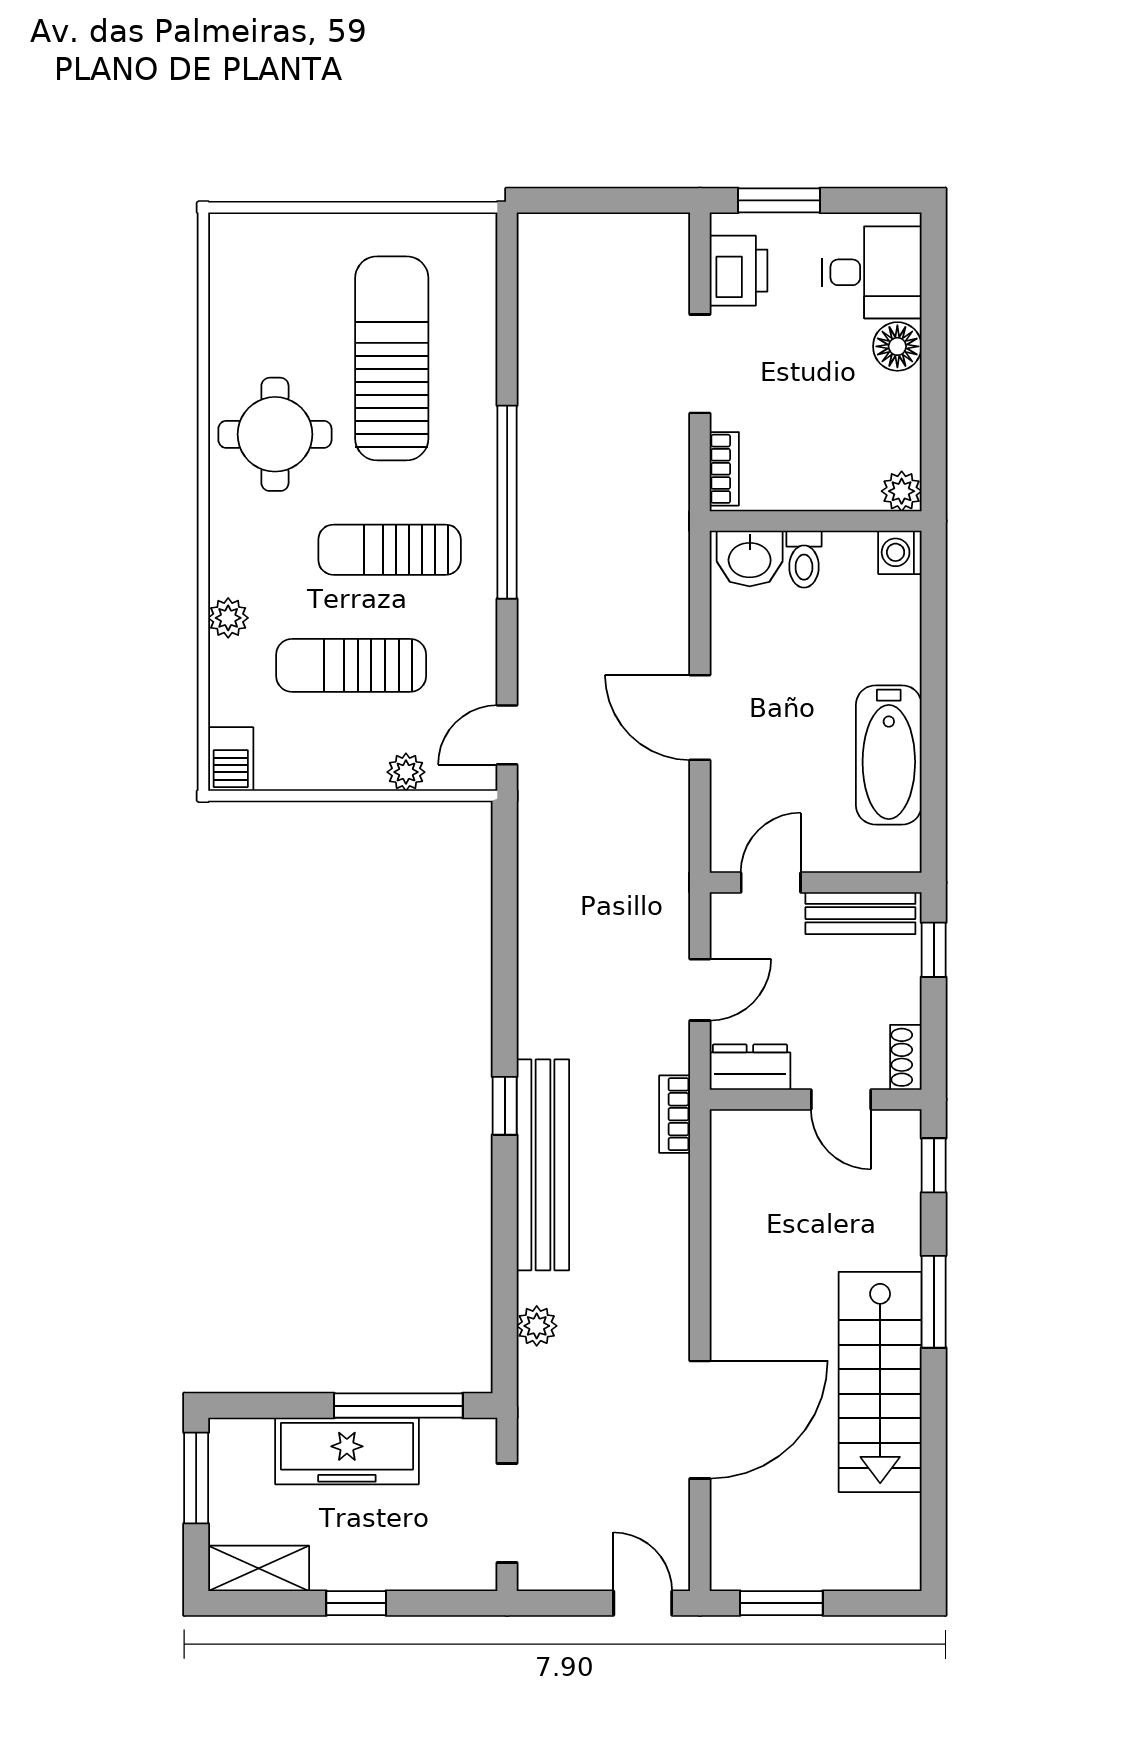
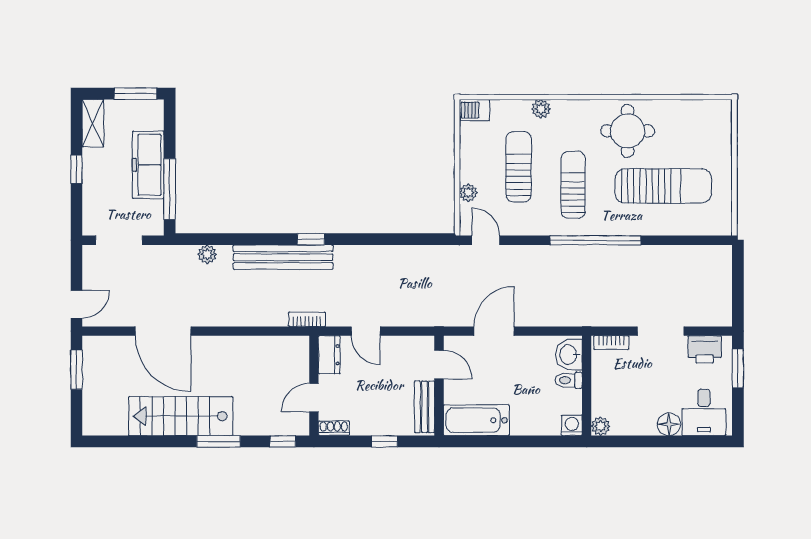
door: (771, 882) -> (439, 365), moved
wall: (816, 882) -> (439, 386), moved
bench: (860, 913) -> (425, 407), moved

